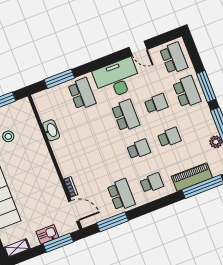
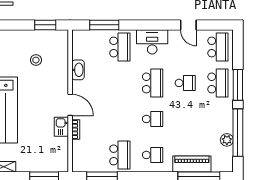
desk: (117, 79) -> (152, 42), width x0.73, depth x0.77
school desk: (169, 137) -> (185, 119), removed
door: (74, 211) -> (70, 105), moved
kitchen sink: (47, 234) -> (61, 127), moved, turned -90

